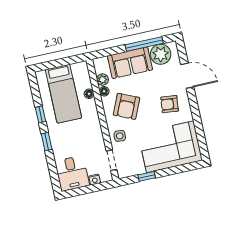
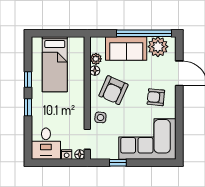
window: (144, 44) -> (144, 33), width x1.46
floor lamp: (89, 94) -> (80, 154), moved

